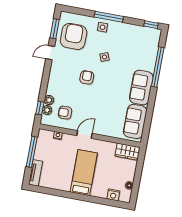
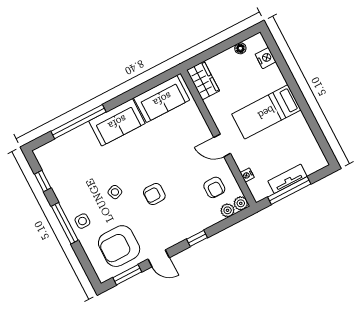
window: (151, 25) -> (43, 181), moved
plant: (49, 100) -> (241, 203), moved
window: (40, 108) -> (197, 238), moved
tv unit: (36, 173) -> (288, 179), moved

